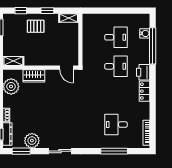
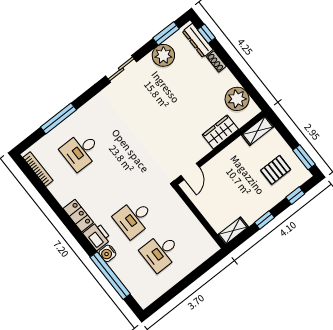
pallet: (36, 26) -> (276, 170), moved
water cooler: (145, 33) -> (107, 253), moved
door: (66, 68) -> (190, 171), swing flipped
desk: (116, 124) -> (81, 151), turned 180

